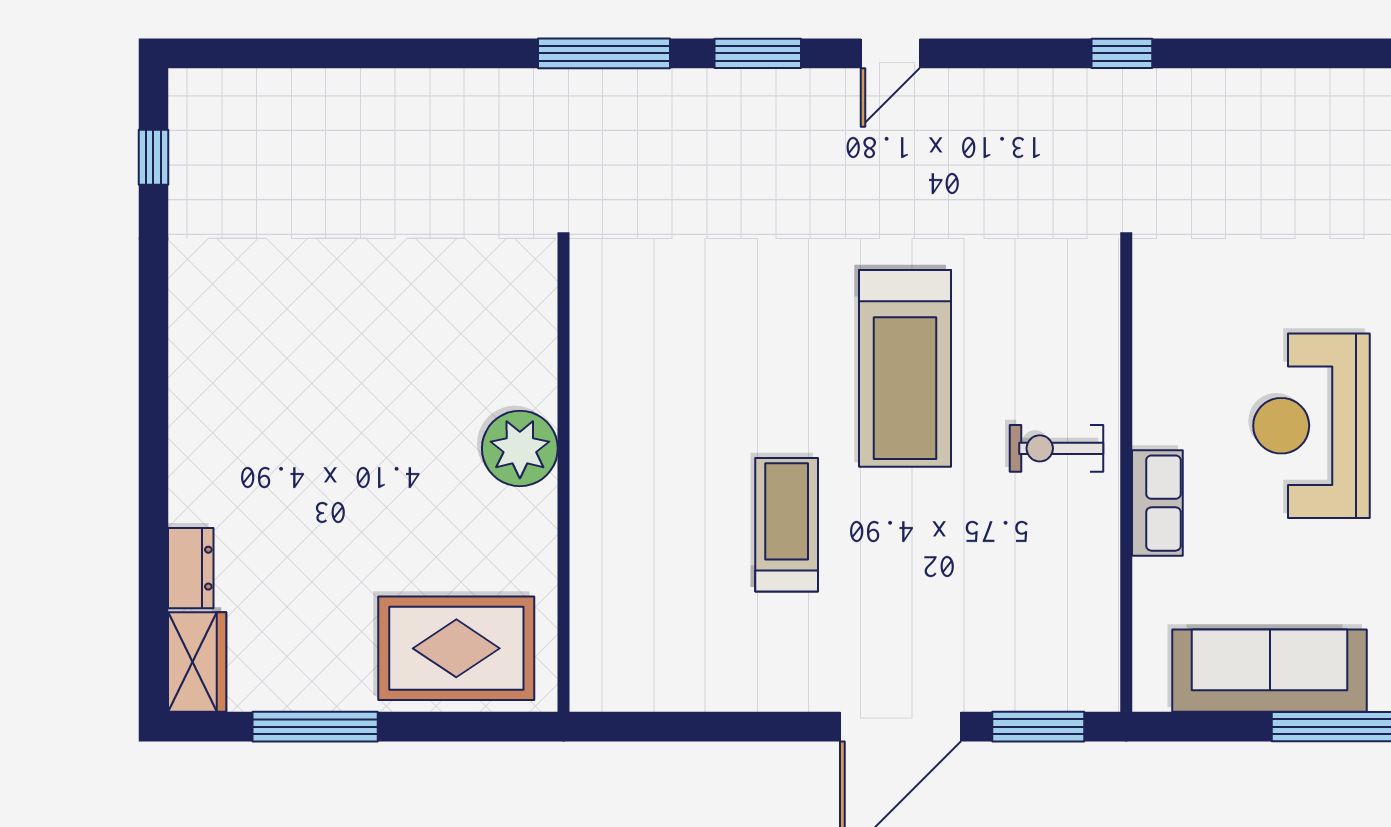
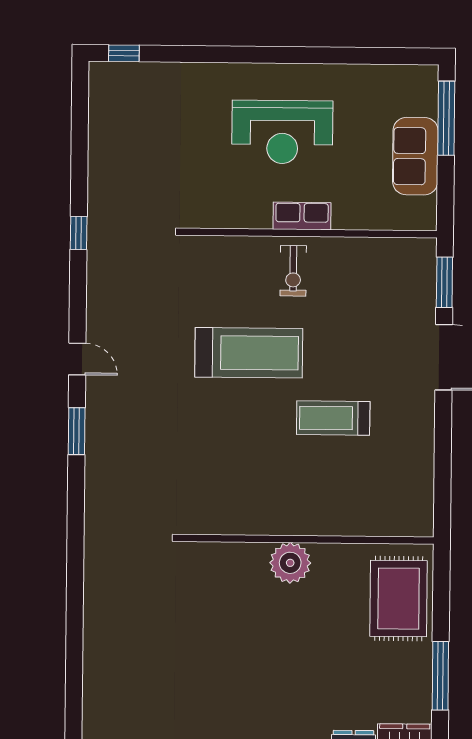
window: (604, 53) -> (76, 515), removed
row of seats: (1157, 503) -> (302, 216), moved
sofa: (1270, 671) -> (415, 156), width x0.73

